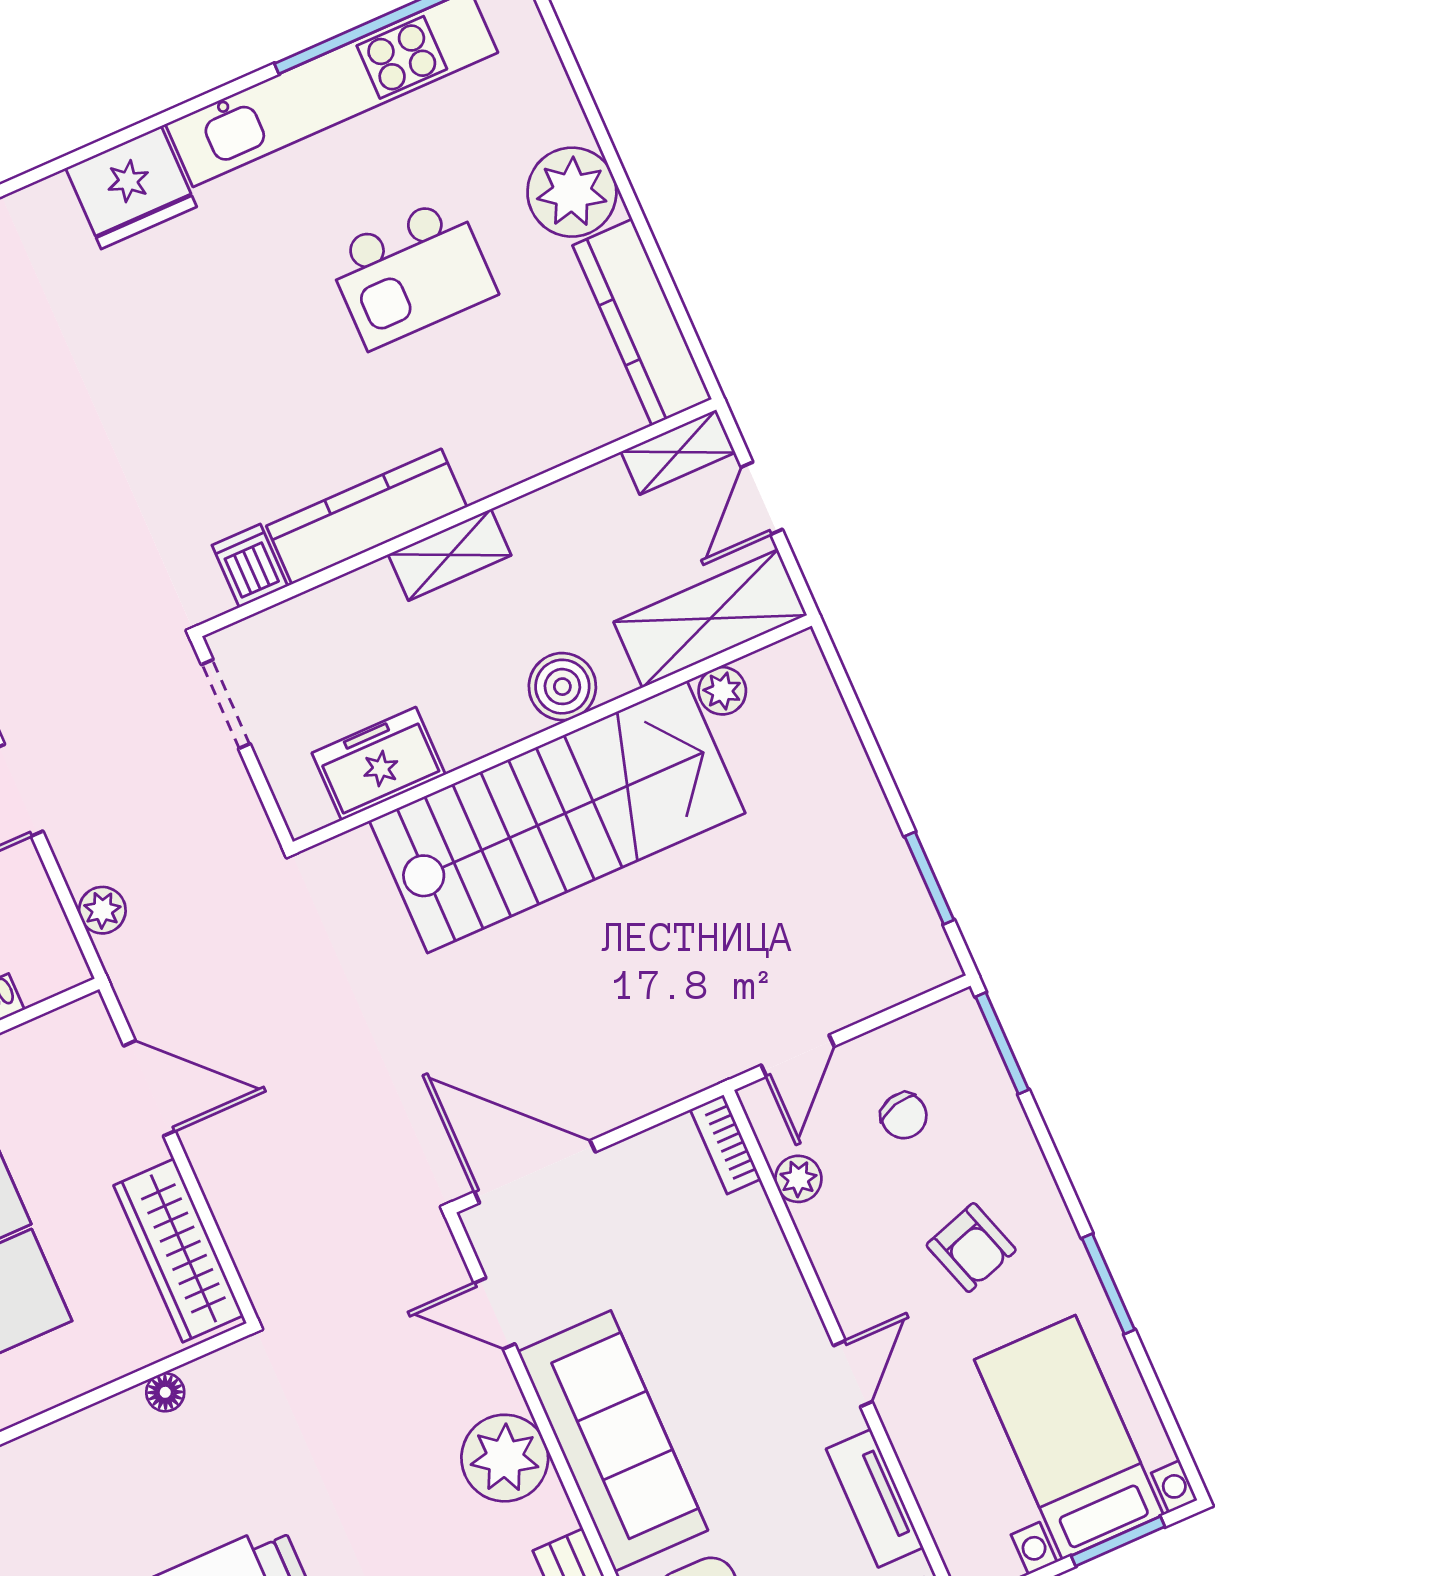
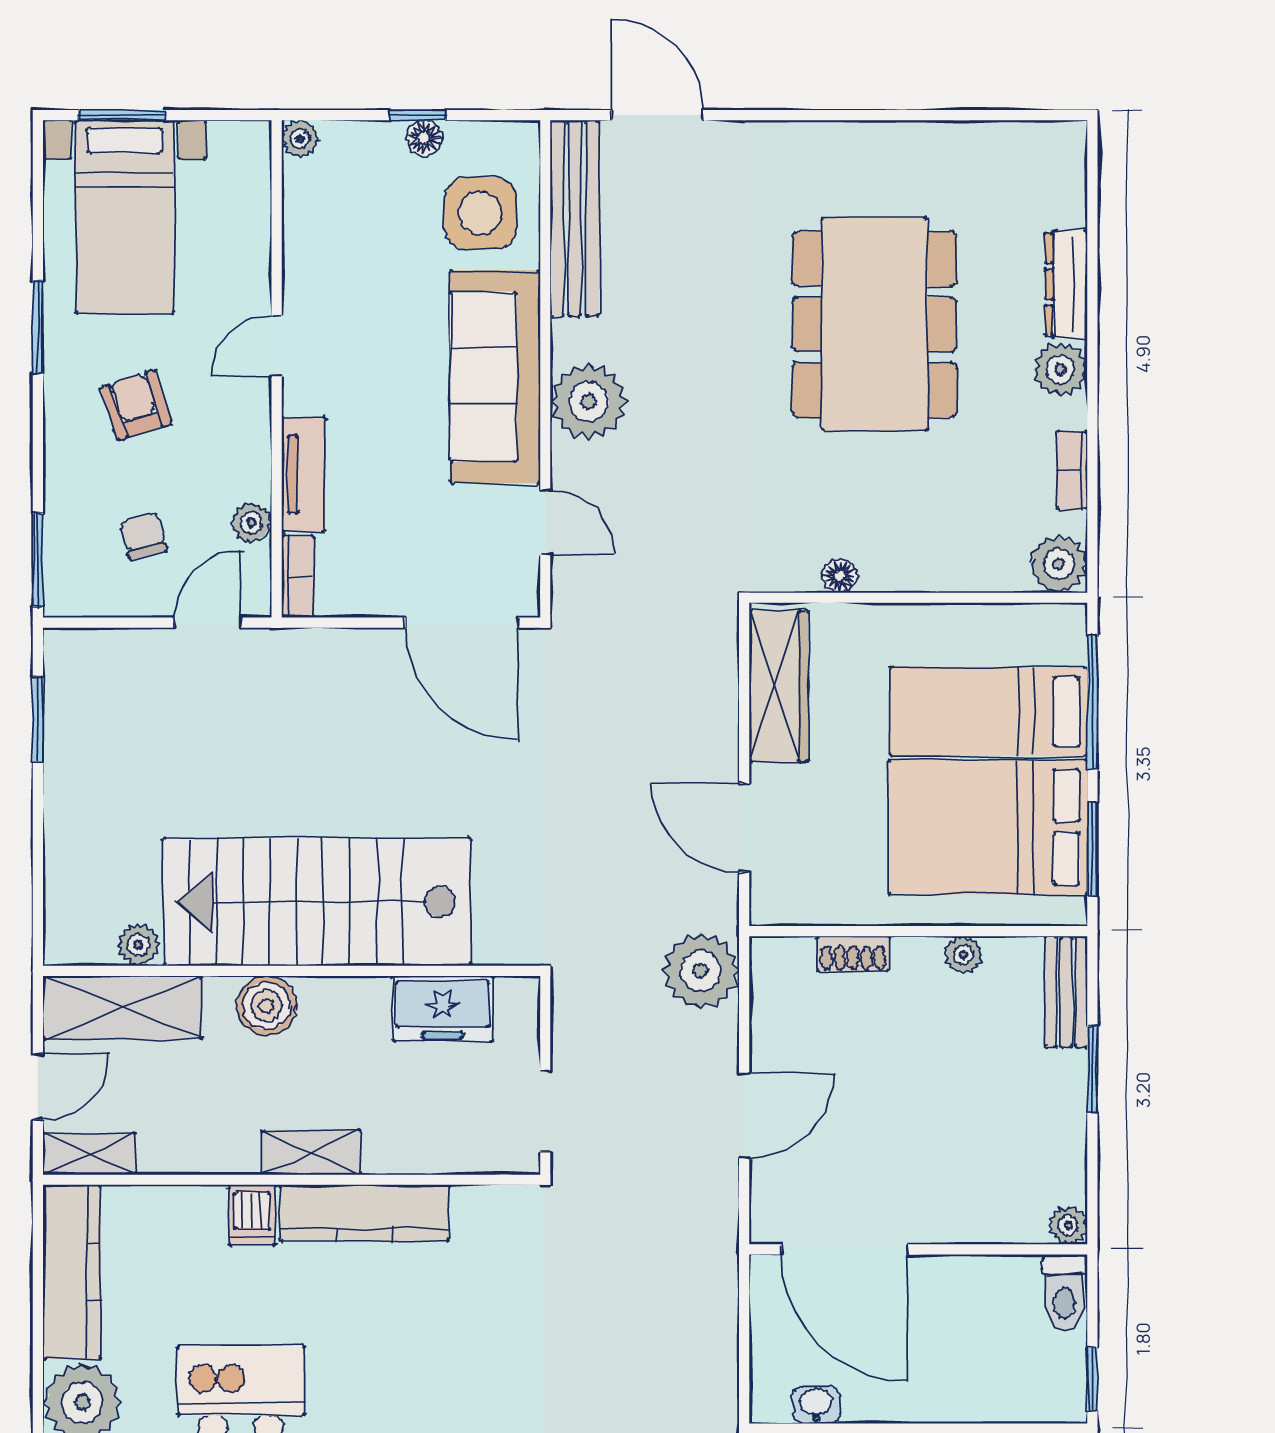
dishwasher: (250, 566) -> (252, 1215), moved
plant: (102, 910) -> (701, 971), width x1.88, depth x1.88
tv unit: (875, 1498) -> (303, 474), moved

